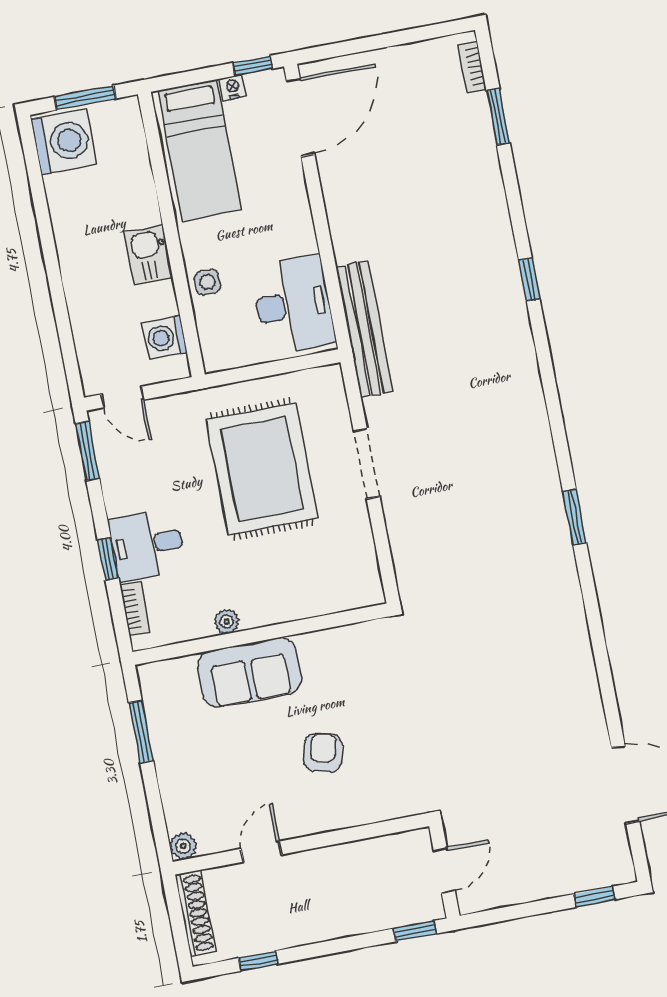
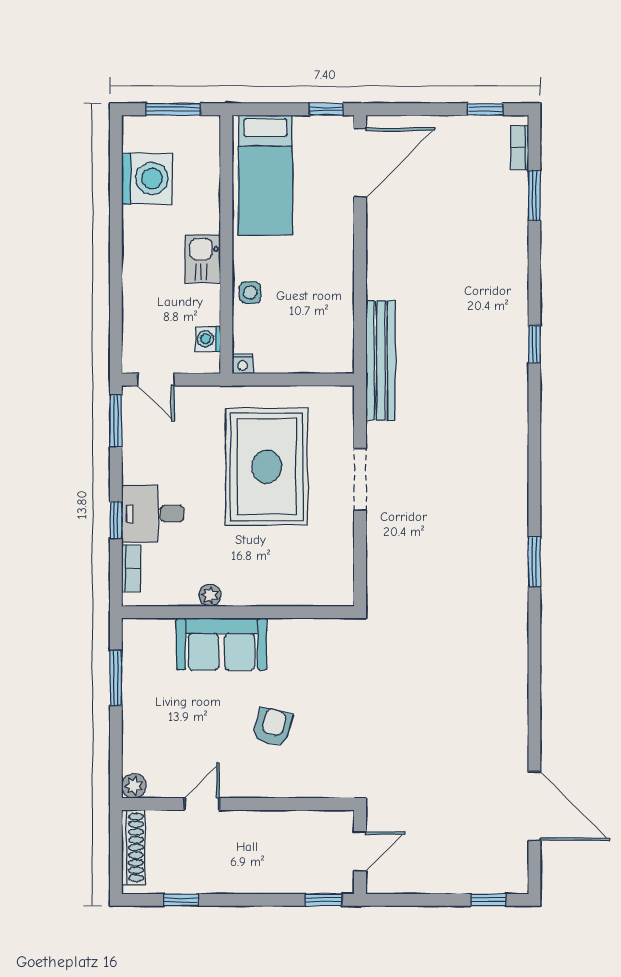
window: (427, 33) -> (486, 109), added
nightstand: (233, 87) -> (243, 364), moved, turned 180
washing machine: (64, 142) -> (147, 179), moved
desk: (293, 305) -> (322, 327), removed
washing machine: (165, 337) -> (208, 339), width x0.73, depth x0.73

